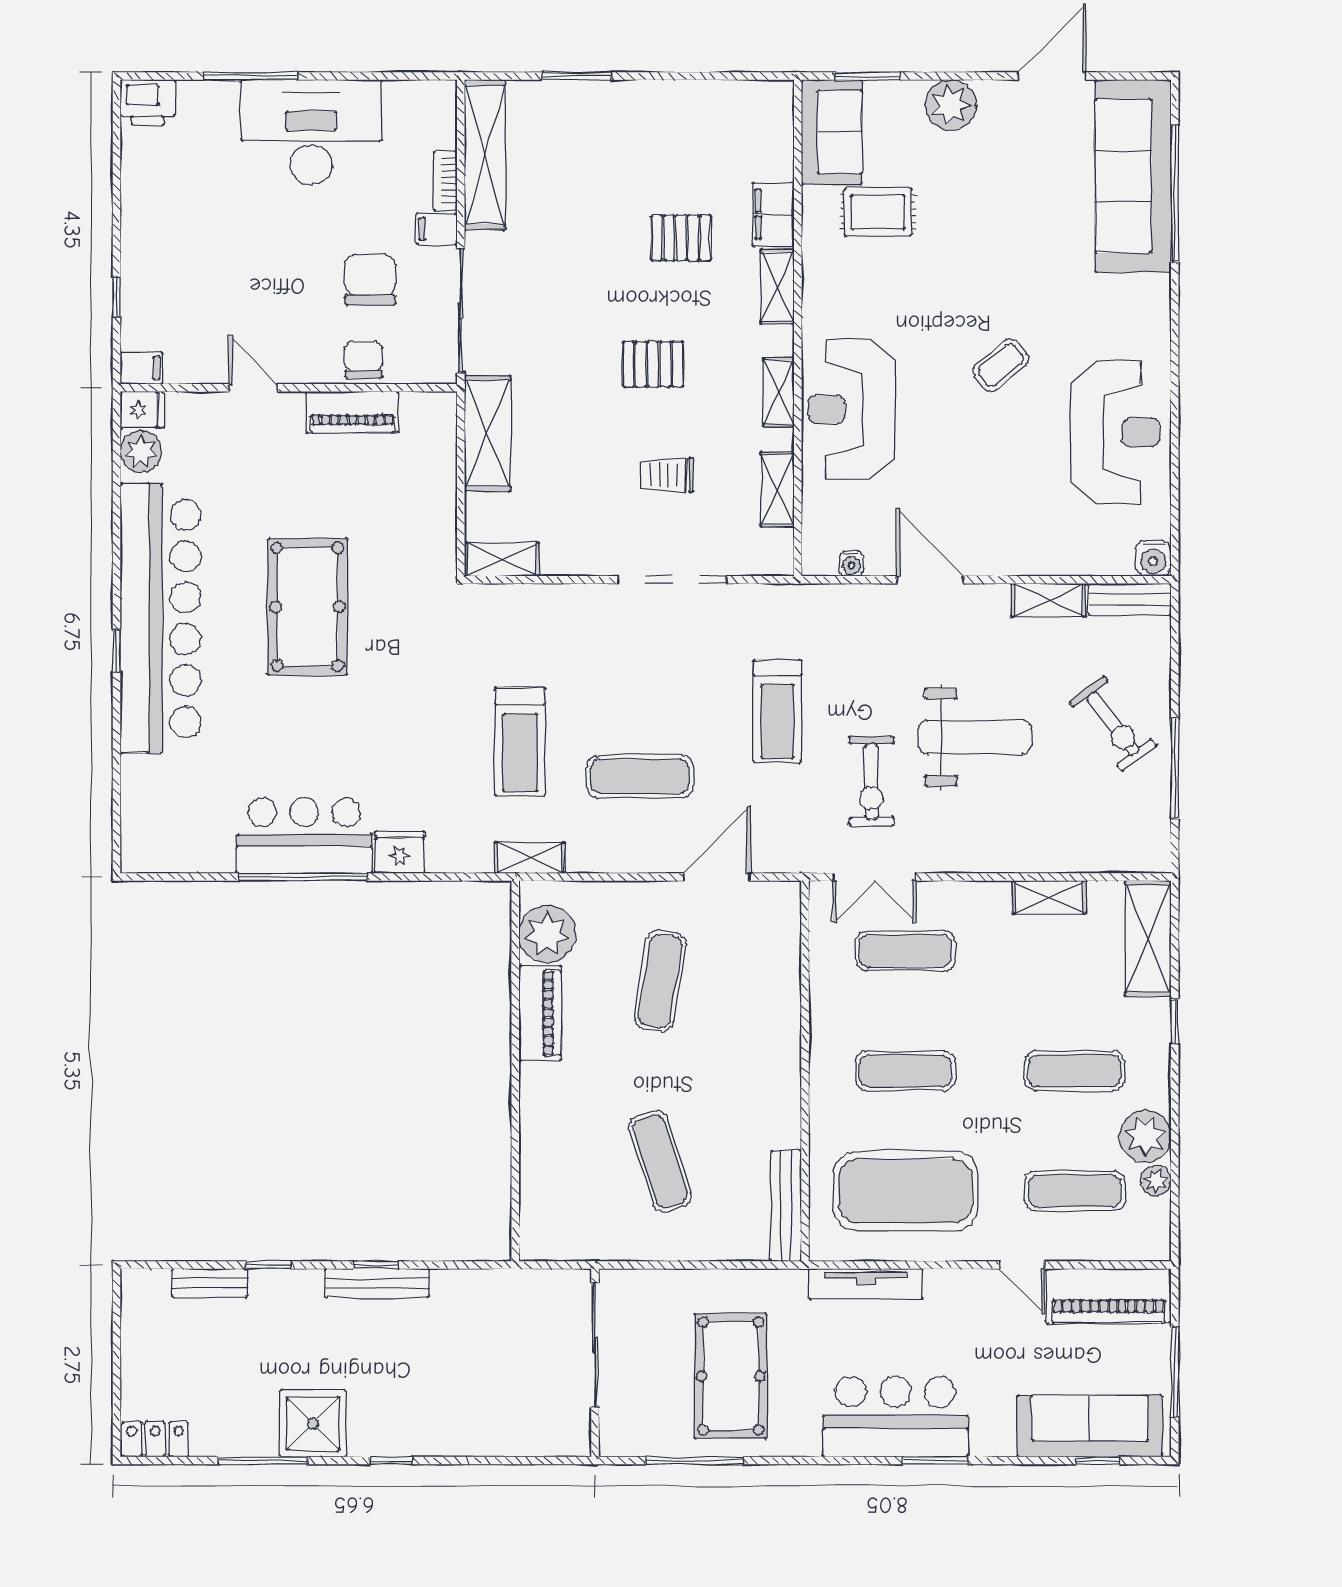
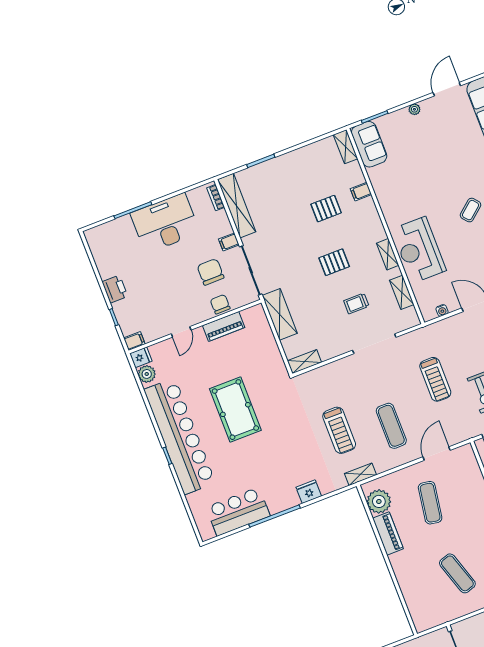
printer: (148, 102) -> (115, 289), moved, turned -90
plant: (951, 105) -> (414, 109), width x0.53, depth x0.53
bookcase: (445, 181) -> (216, 198), moved
rug: (878, 212) -> (399, 169), removed
filing cabinet: (773, 214) -> (361, 192), width x0.50
shelving: (777, 286) -> (345, 147), moved
door: (253, 388) -> (181, 332), swing flipped
exercise mat: (640, 777) -> (391, 426), turned 90
bar counter: (304, 836) -> (238, 512), moved

